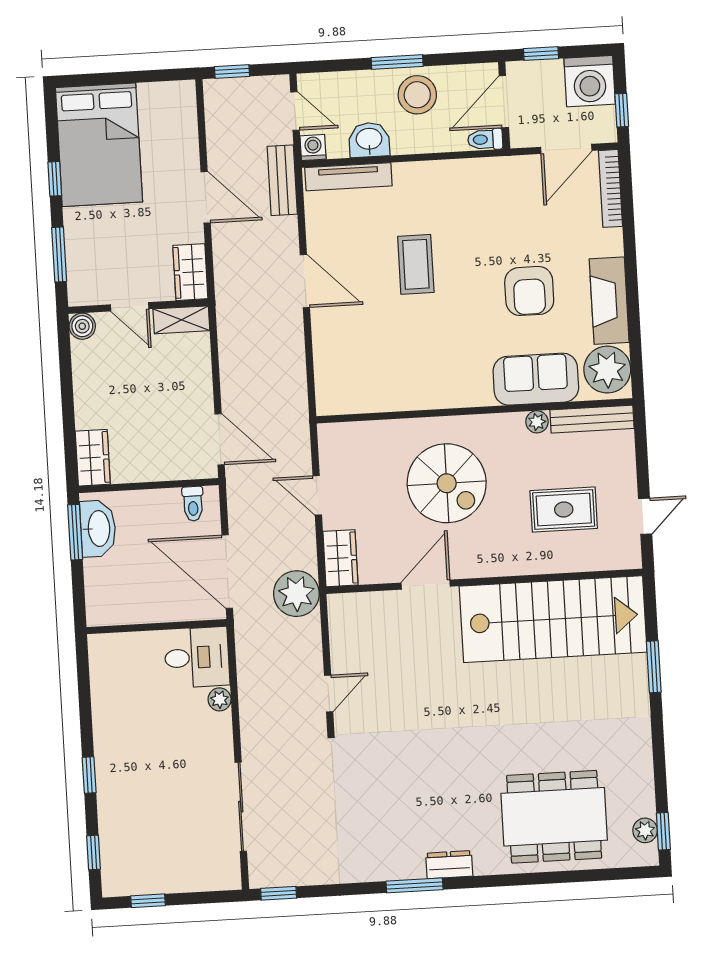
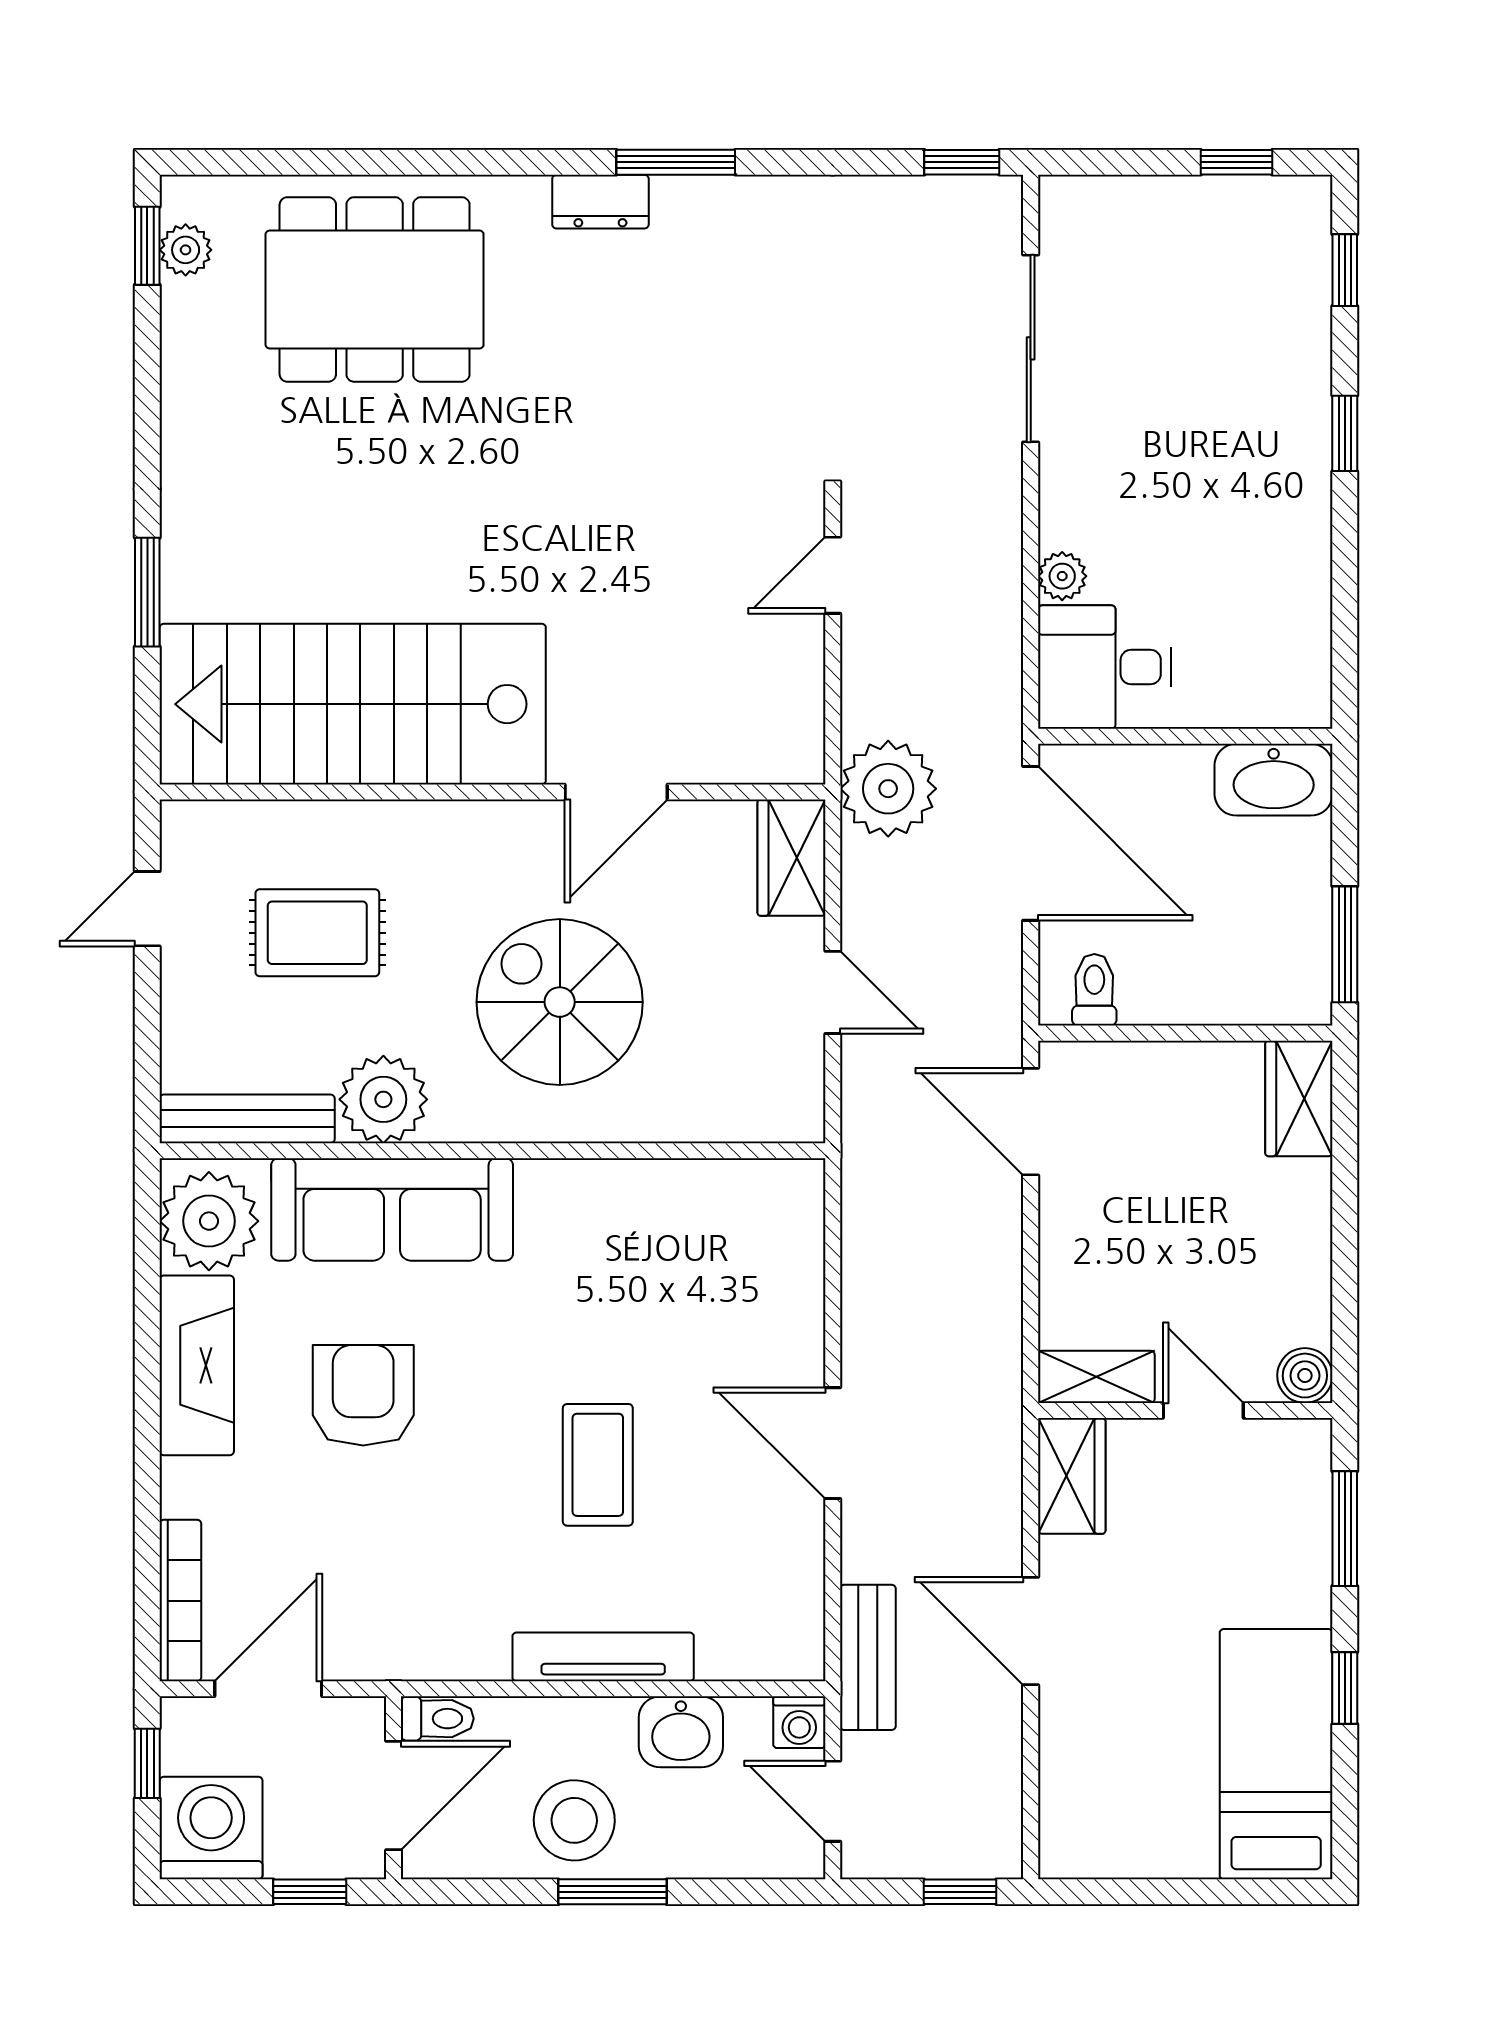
bed: (99, 145) -> (1276, 1754), width x0.67
tv unit: (348, 177) -> (603, 1657), moved
sofa: (536, 379) -> (392, 1209), width x1.36
plant: (537, 422) -> (383, 1099), width x1.88, depth x1.88
washbasin: (98, 529) -> (1274, 780), moved, turned -90

